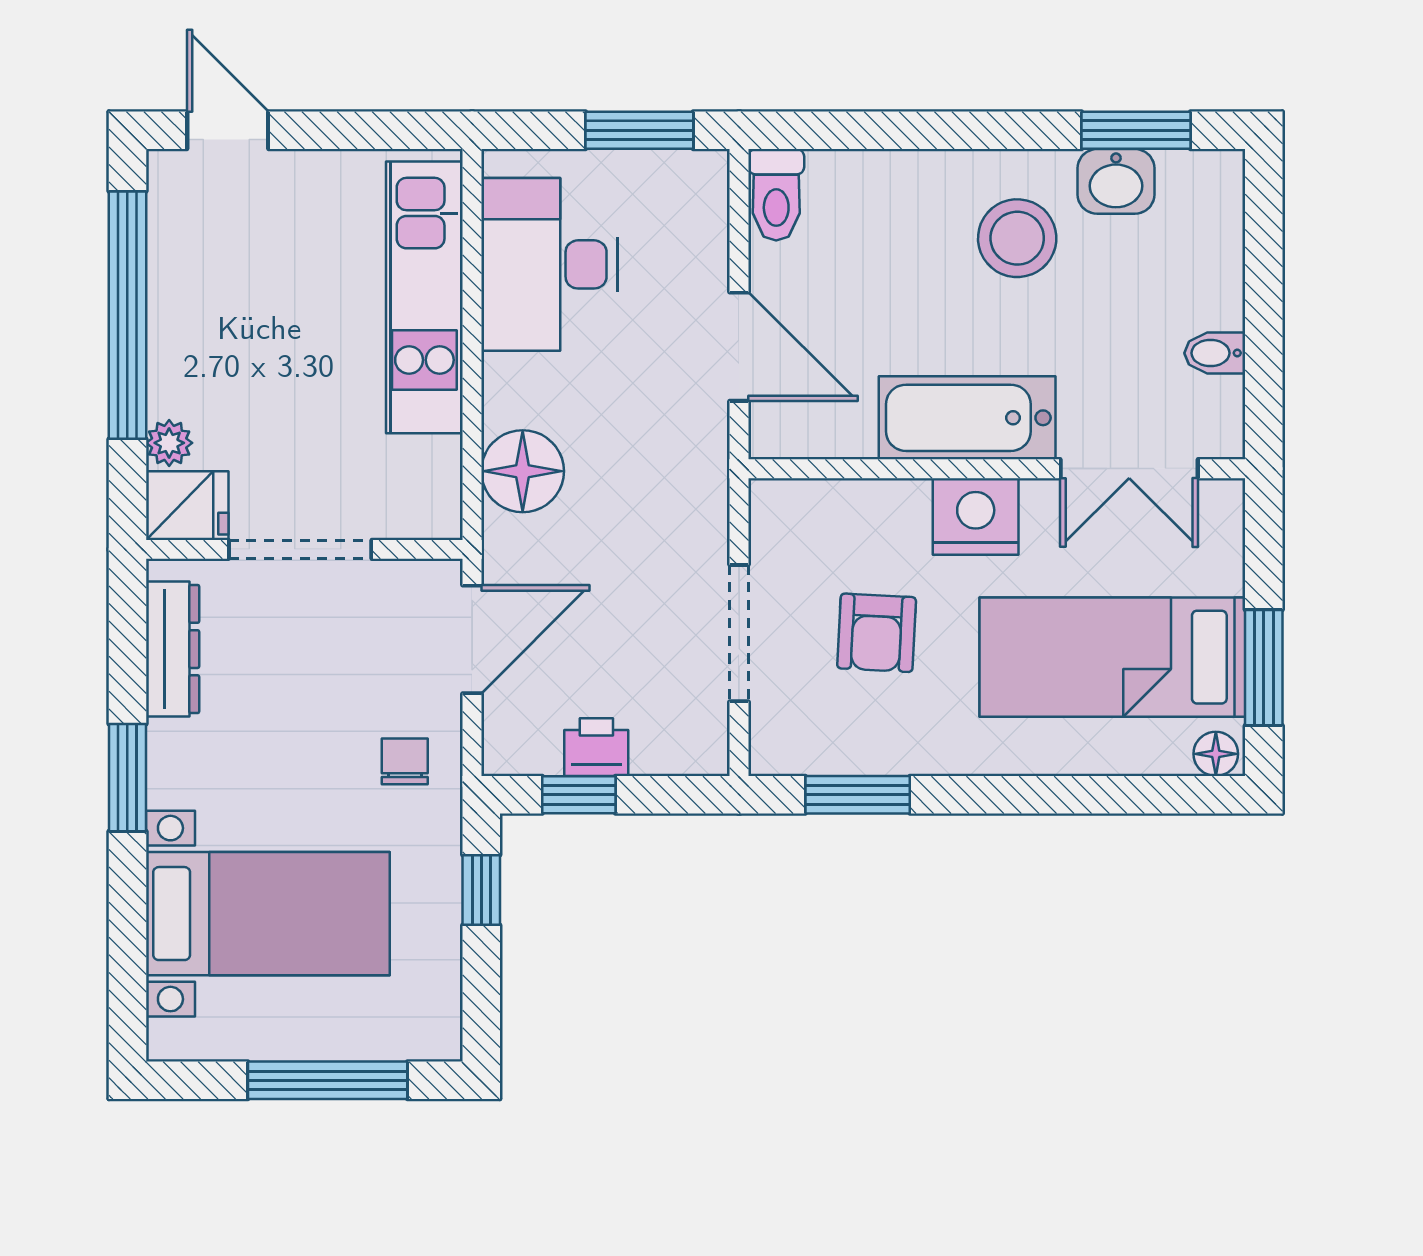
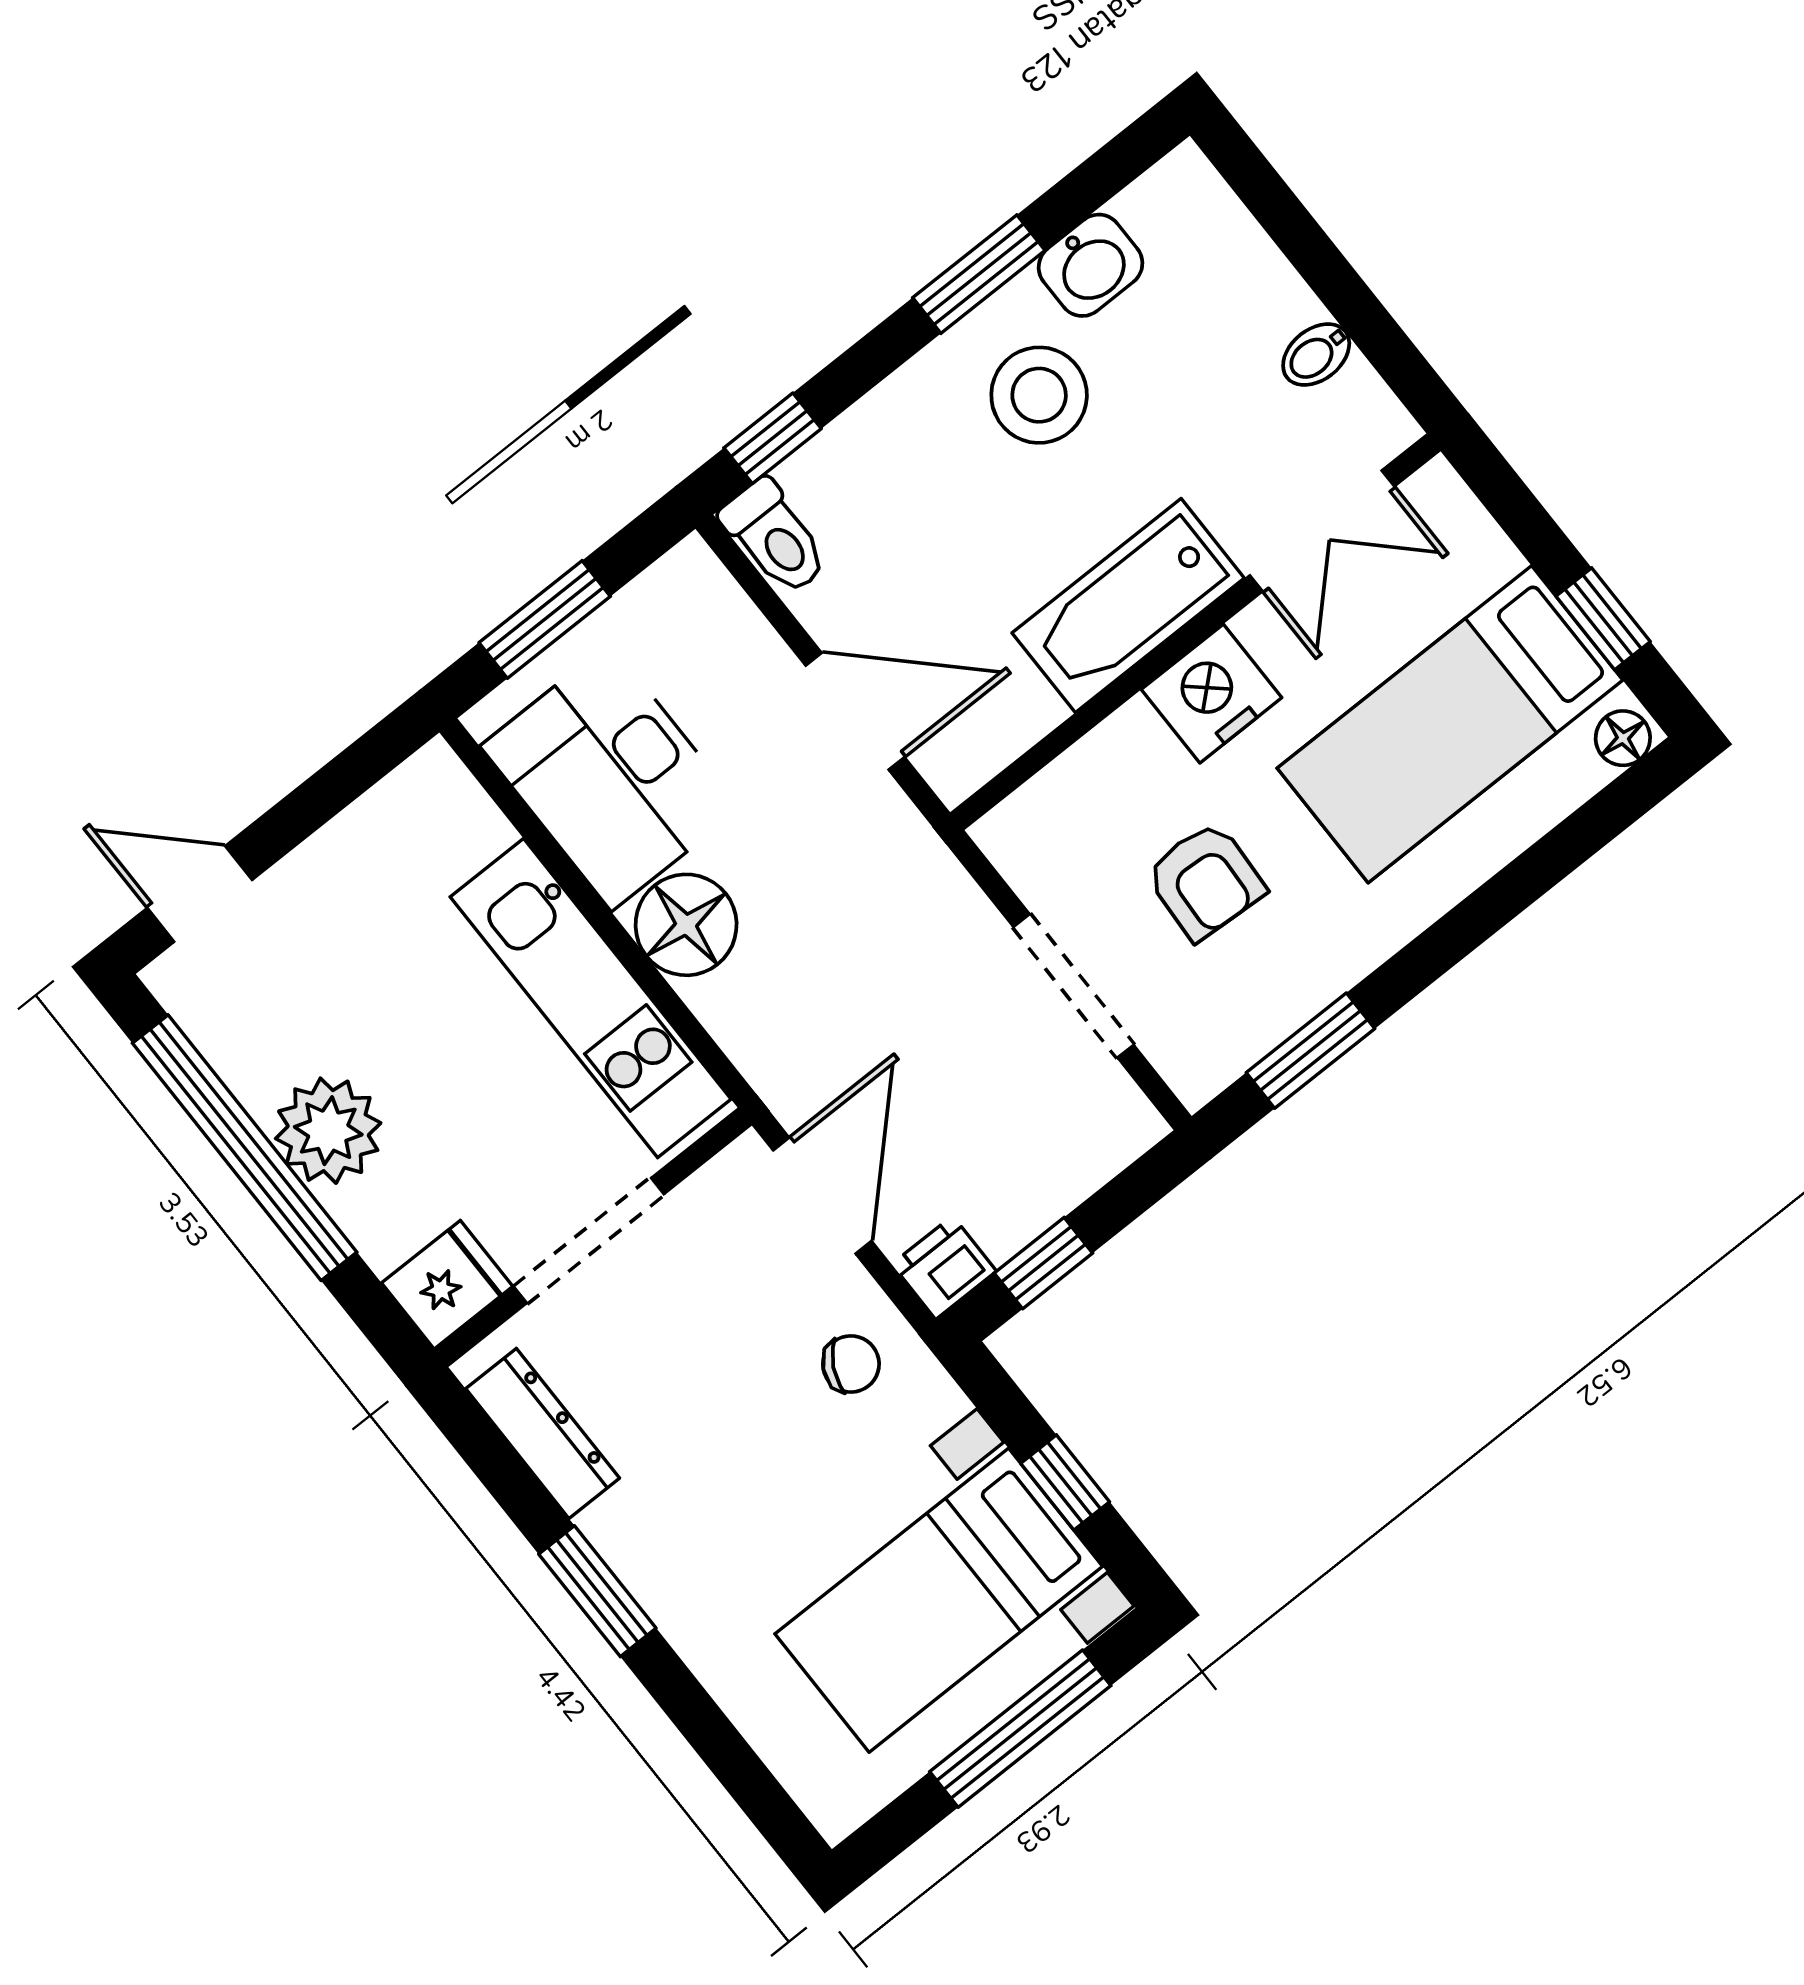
window: (639, 130) -> (545, 619), moved
window: (825, 130) -> (773, 438), added
window: (1136, 130) -> (979, 274), moved
kitchen unit: (424, 297) -> (591, 998), moved
plant: (169, 443) -> (328, 1131), moved, width x1.87, depth x1.87
floor lamp: (523, 471) -> (686, 925), moved
window: (1264, 668) -> (1603, 619), width x0.67
printer: (596, 747) -> (944, 1268), moved
chair: (405, 761) -> (851, 1364), turned 118
window: (481, 890) -> (1065, 1483), moved
bed with nightstands: (268, 914) -> (939, 1600), moved, turned 180

